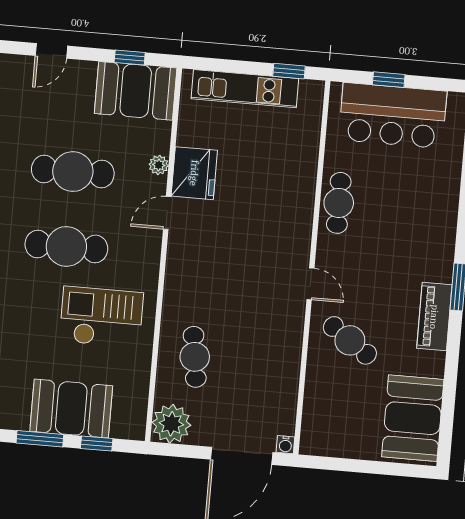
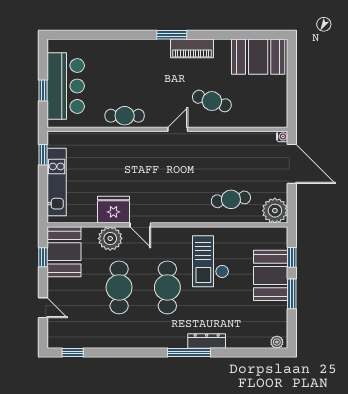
plant: (159, 165) -> (110, 238), width x1.87, depth x1.87
cafe table: (350, 340) -> (212, 101), turned 73

